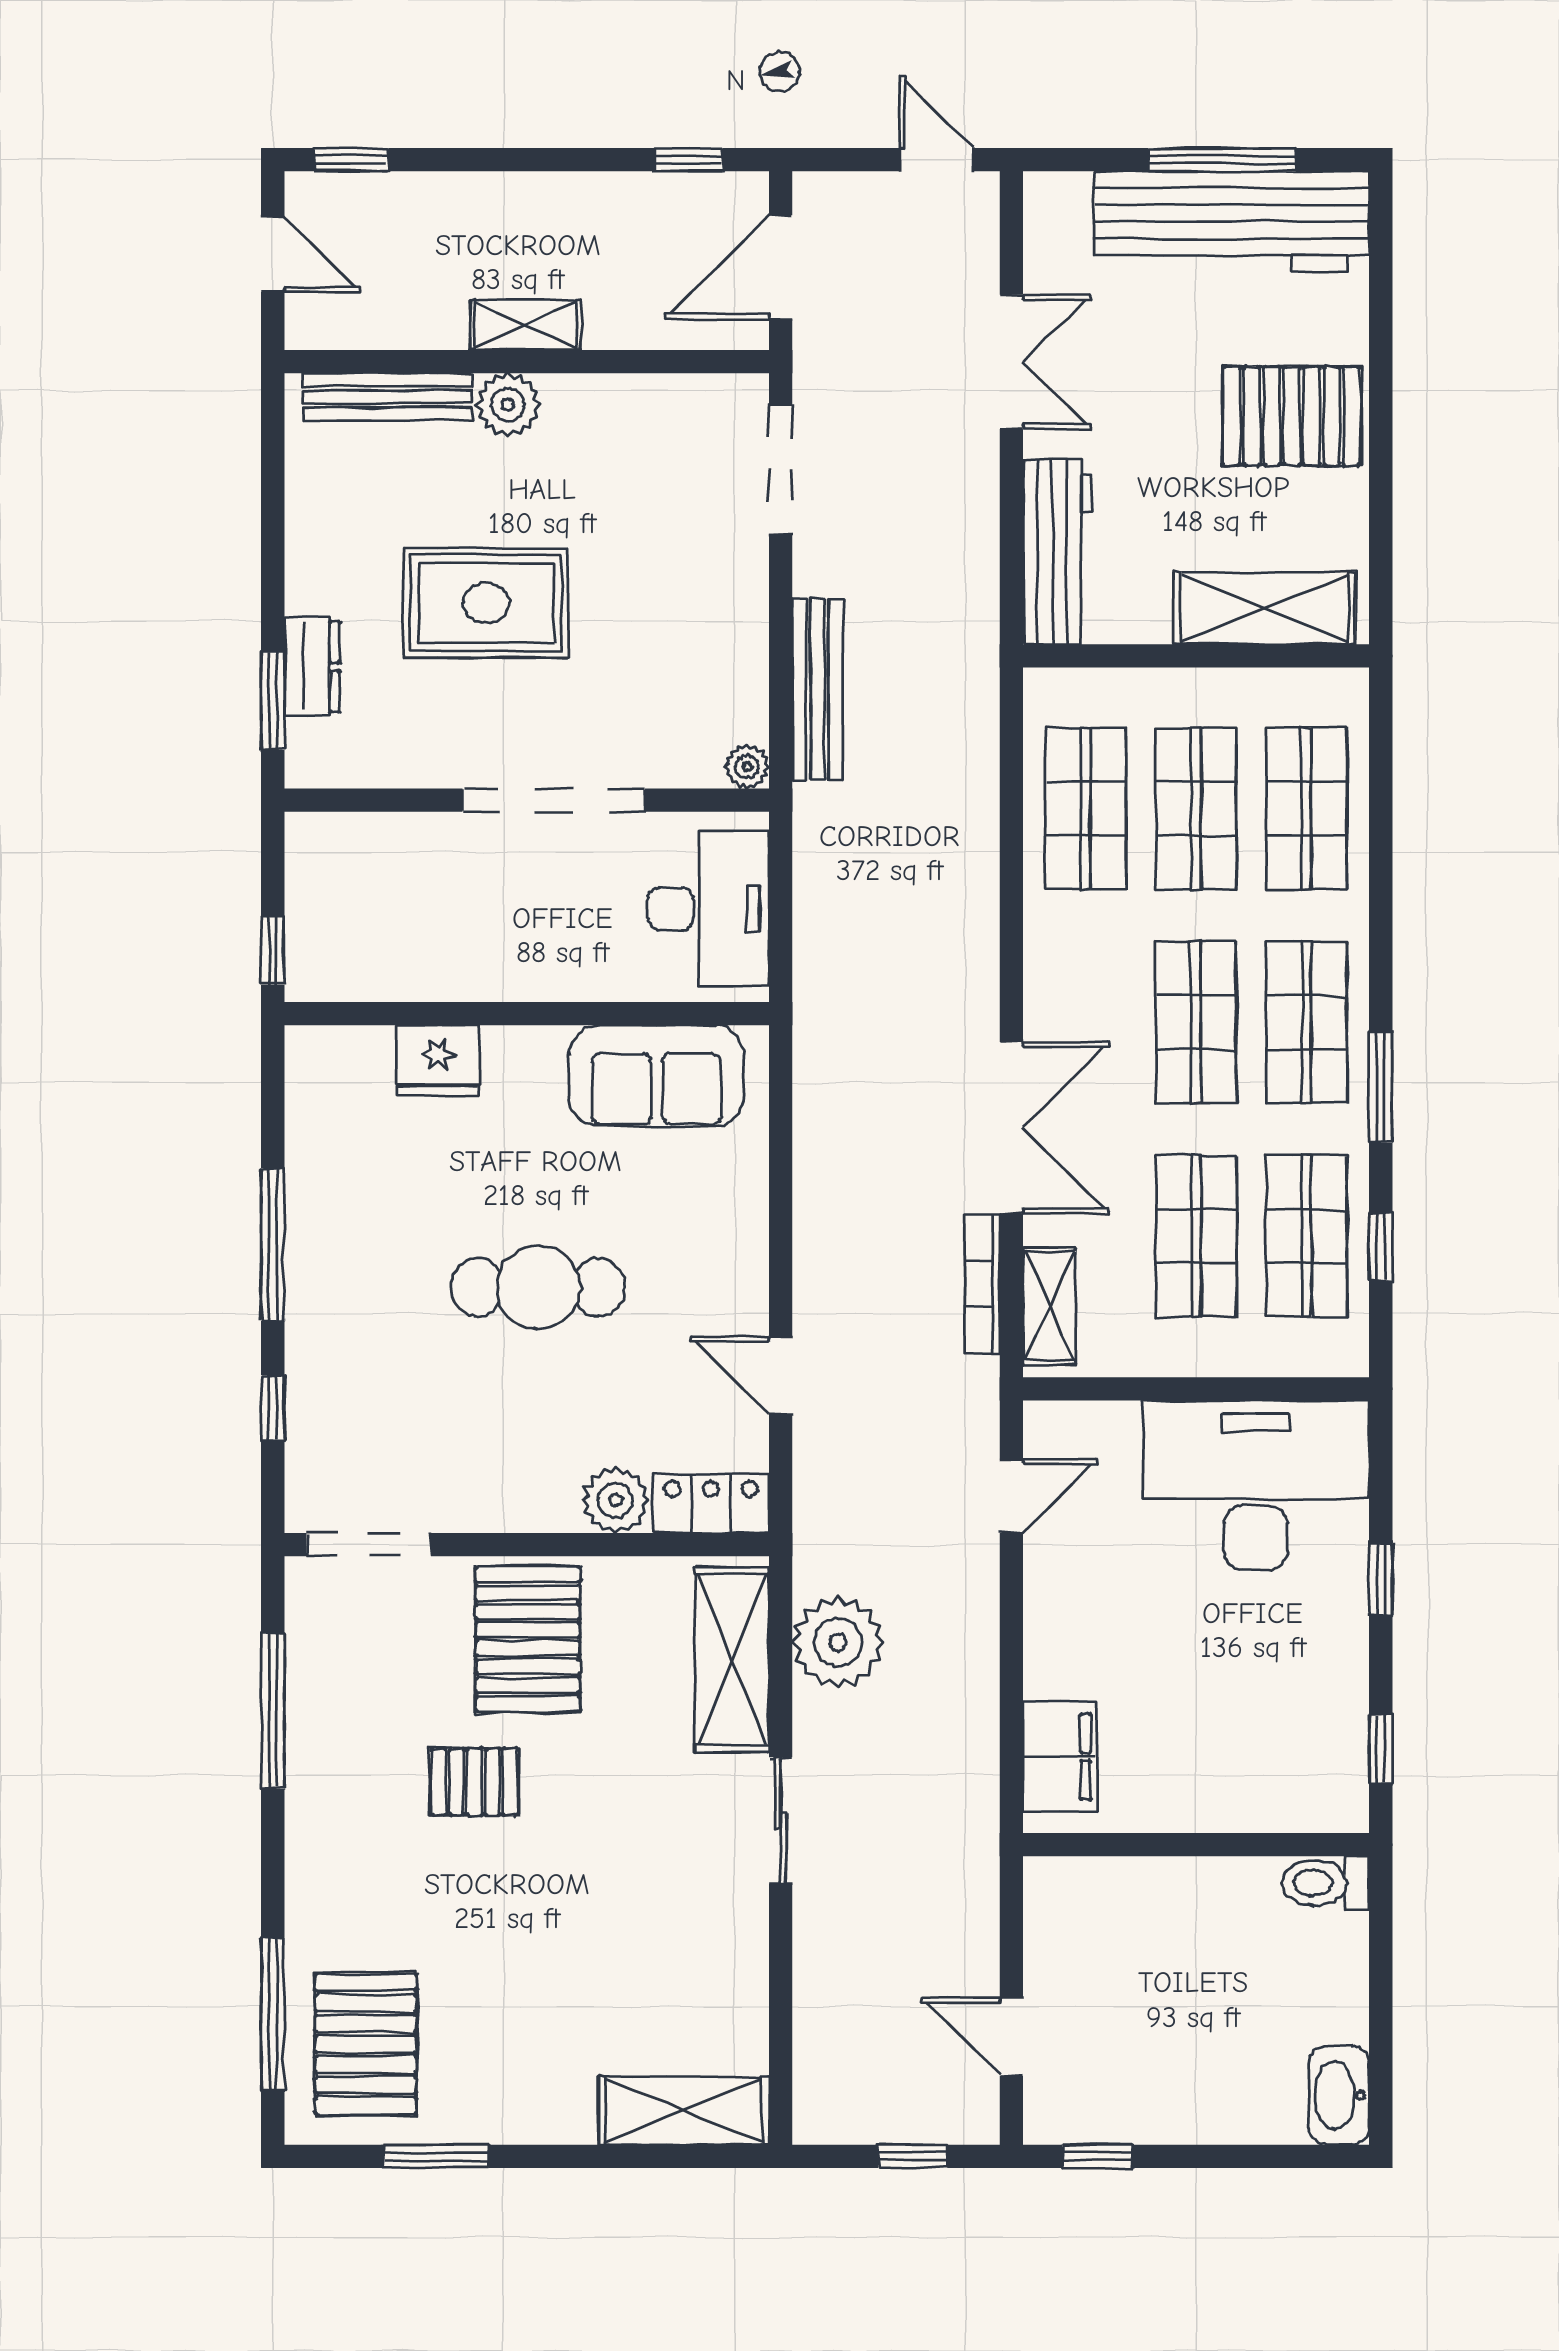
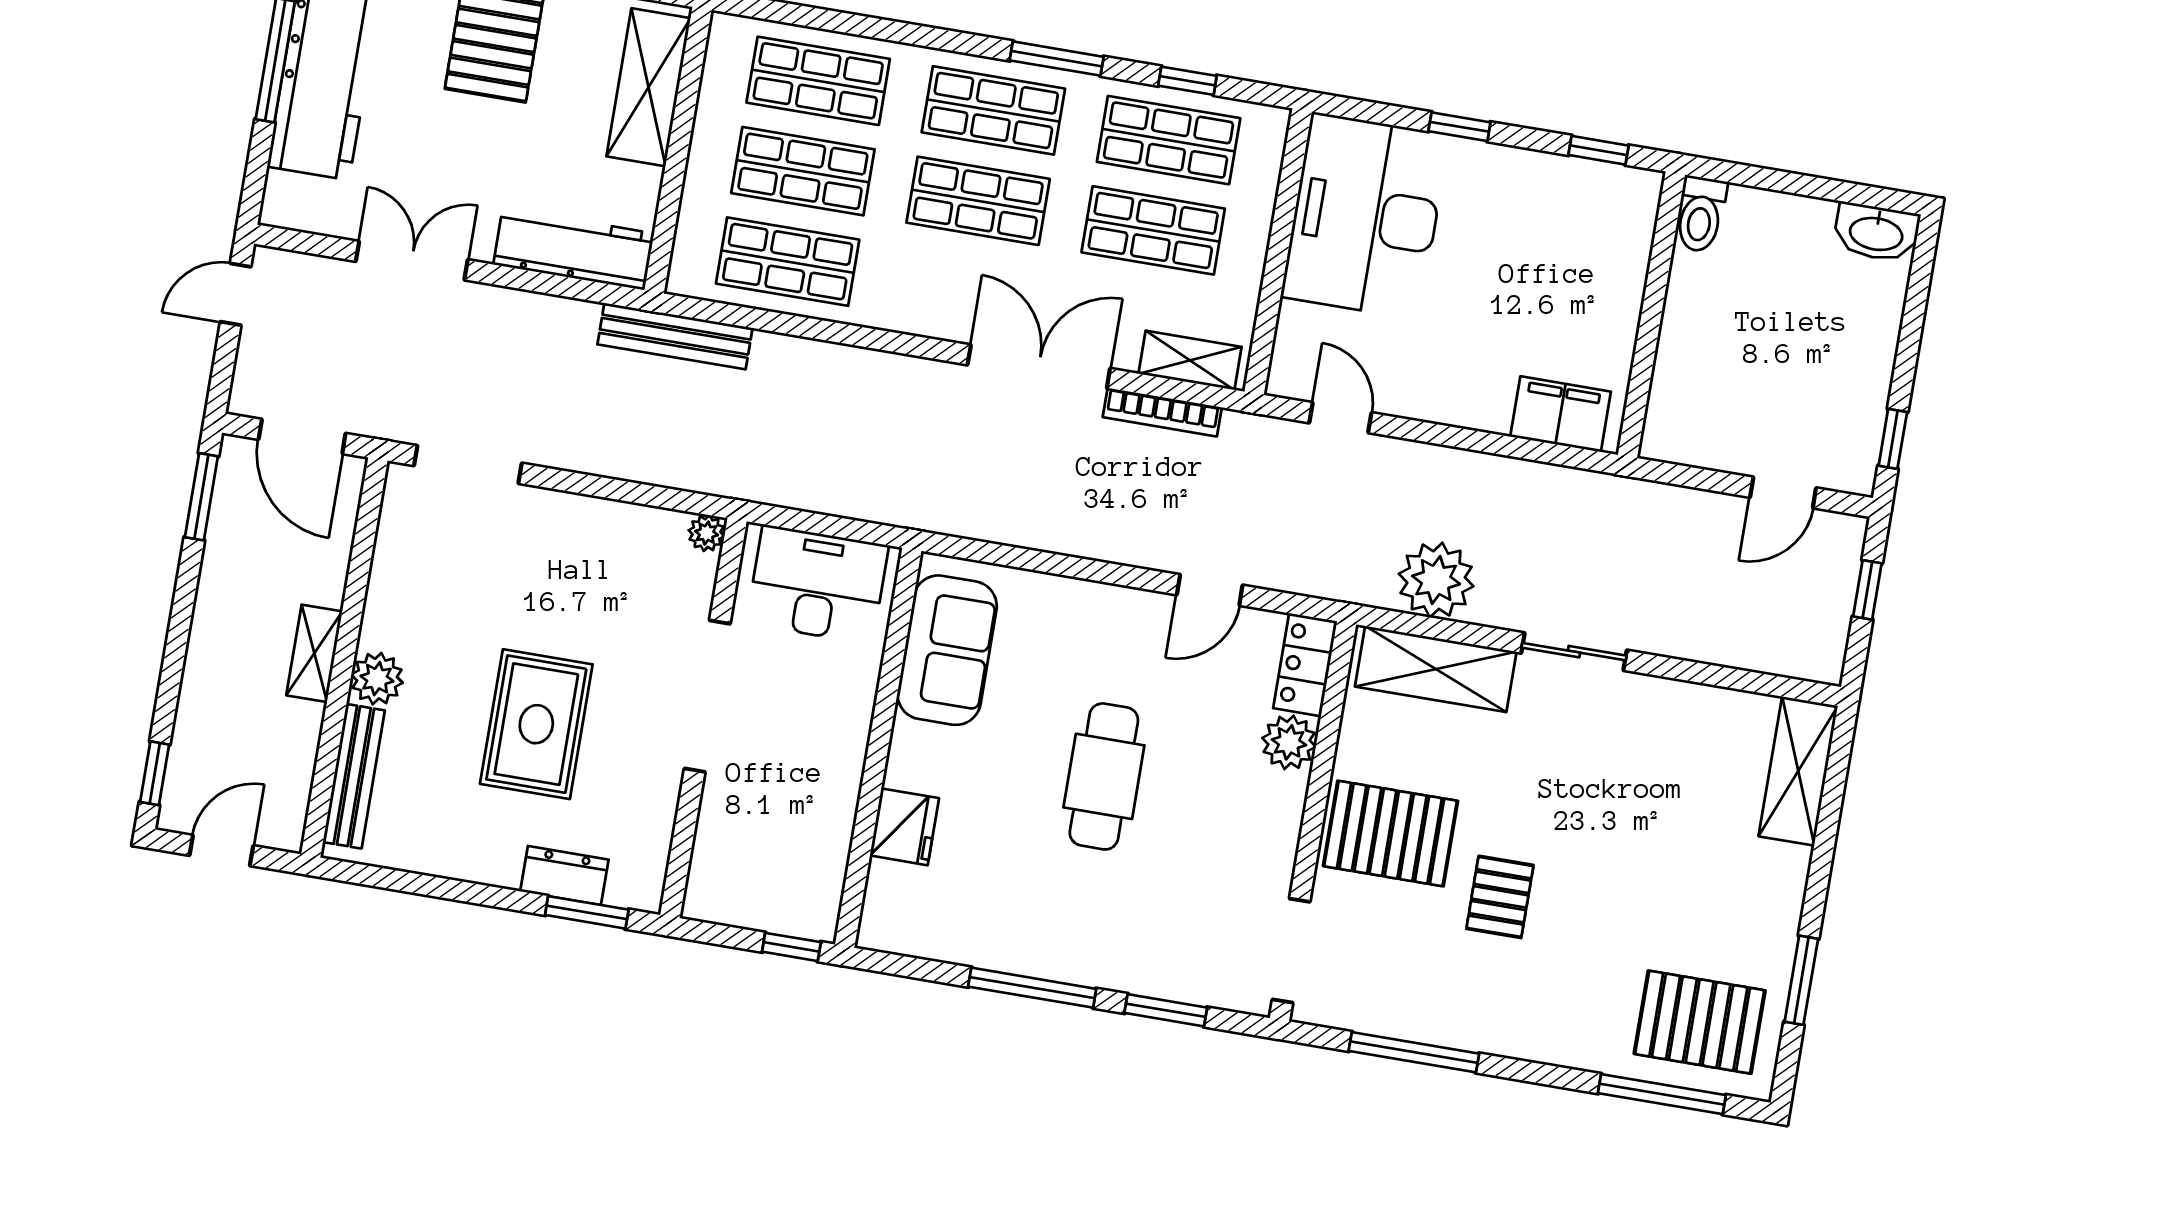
window: (689, 160) -> (201, 497), width x1.50
bench: (817, 689) -> (675, 336), moved
window: (273, 1408) -> (1166, 1010), width x1.50

